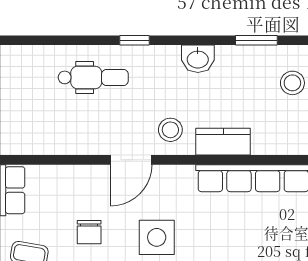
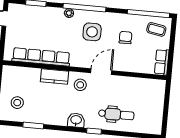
washbasin: (198, 59) -> (76, 120), moved
dental chair: (93, 77) -> (116, 114), turned 180

